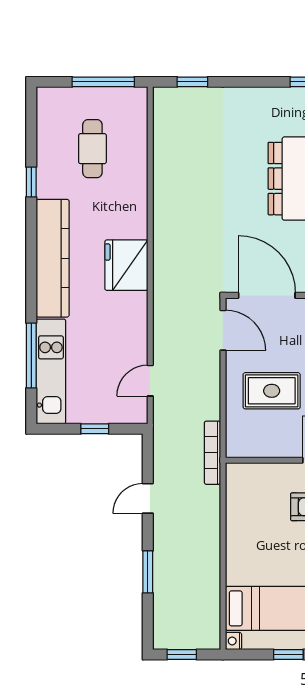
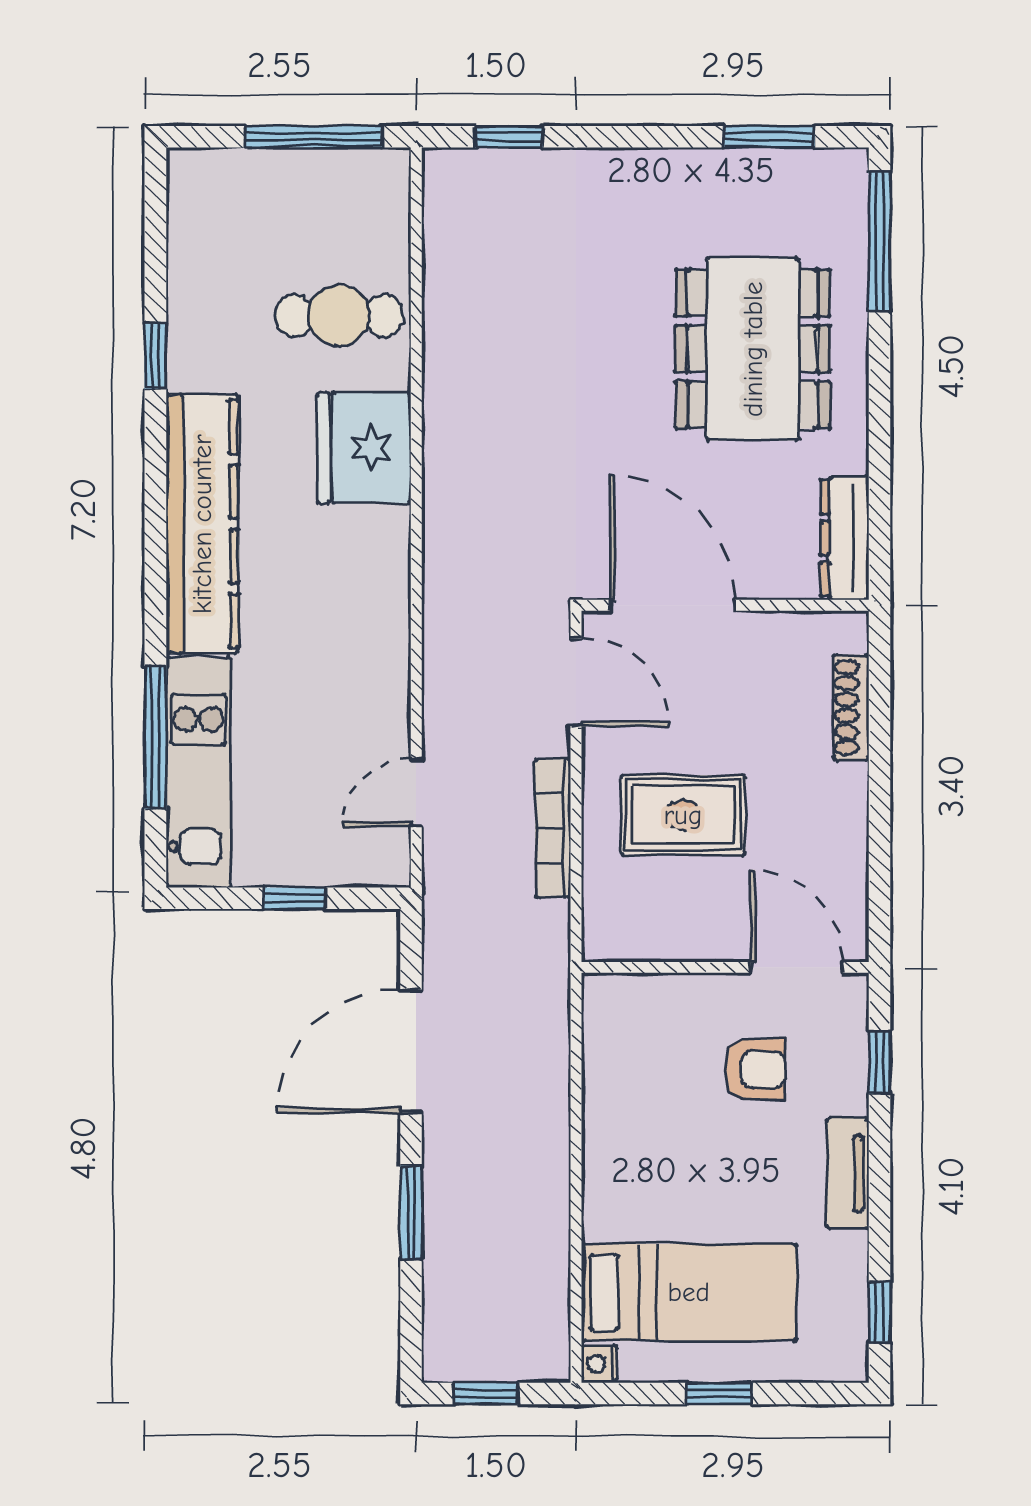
cafe table: (92, 149) -> (339, 316), moved, turned 90
fridge: (126, 265) -> (364, 448), moved
bookcase: (212, 453) -> (553, 828), moved
door: (148, 498) -> (411, 1051), width x1.88

